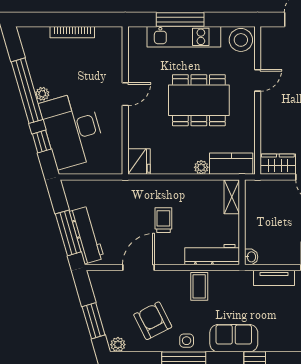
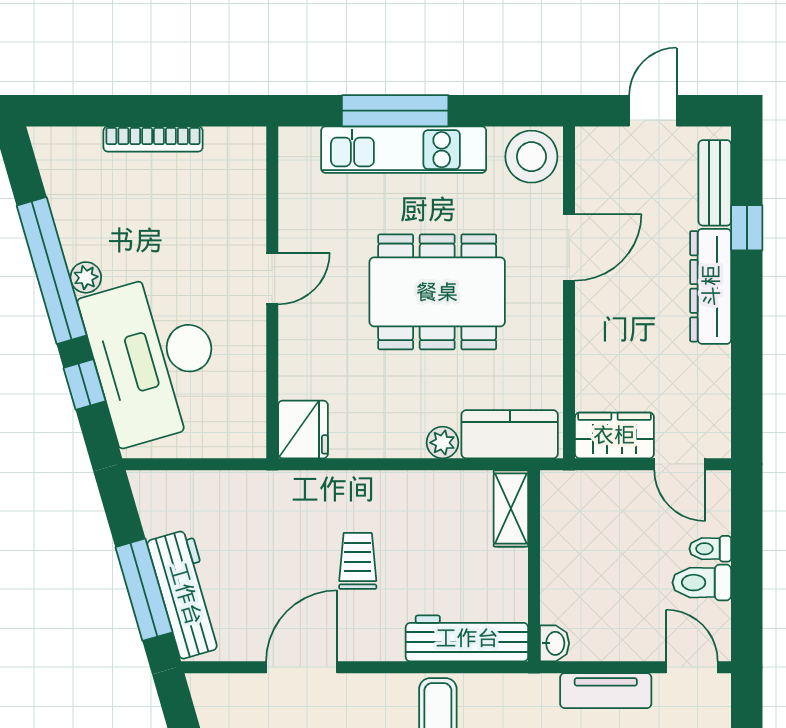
door: (258, 80) -> (569, 247), width x1.37

